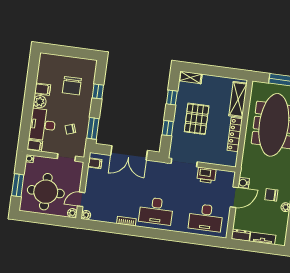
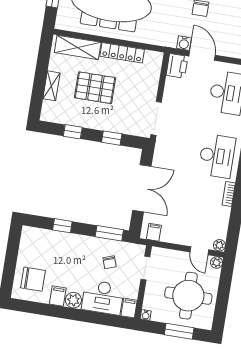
shelving: (190, 77) -> (51, 86), moved
chair: (72, 86) -> (33, 279), moved
pallet: (197, 119) -> (95, 88), moved
printer: (206, 175) -> (177, 66), moved

